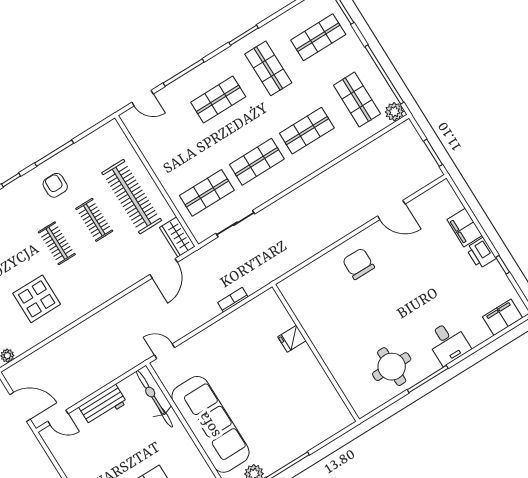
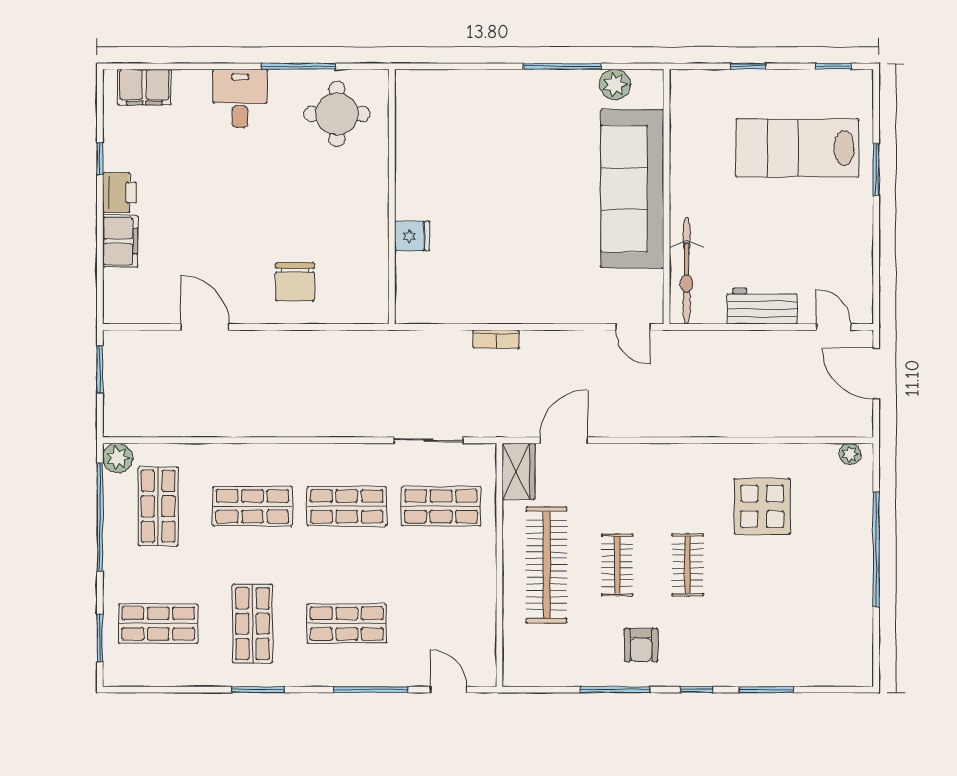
fridge: (292, 339) -> (412, 236), moved
wall: (316, 353) -> (392, 197), moved

